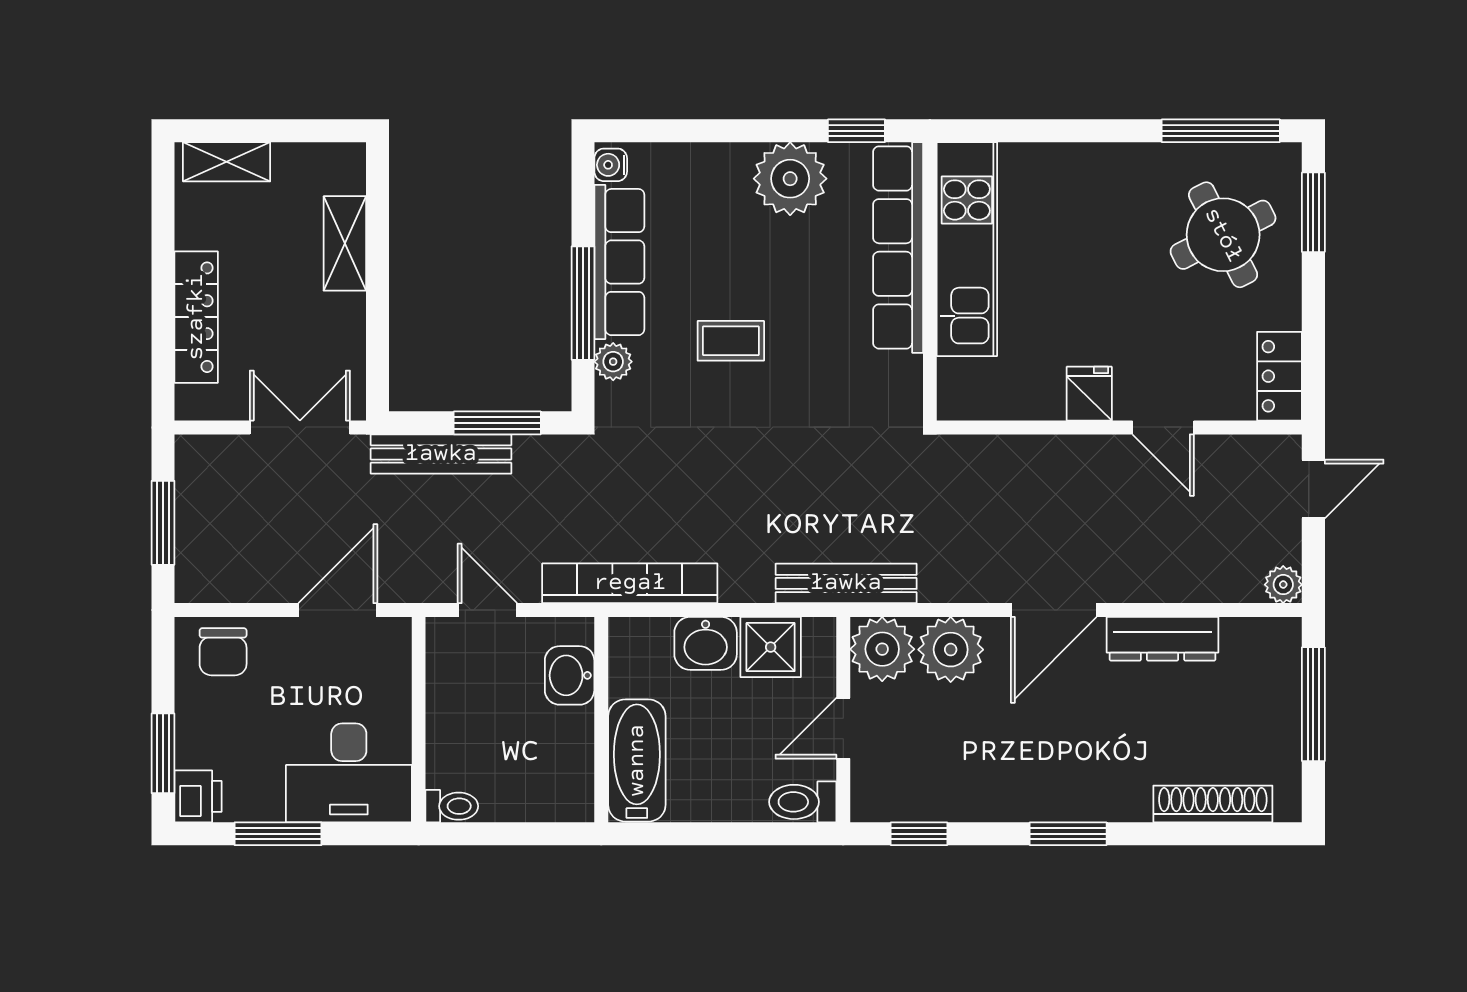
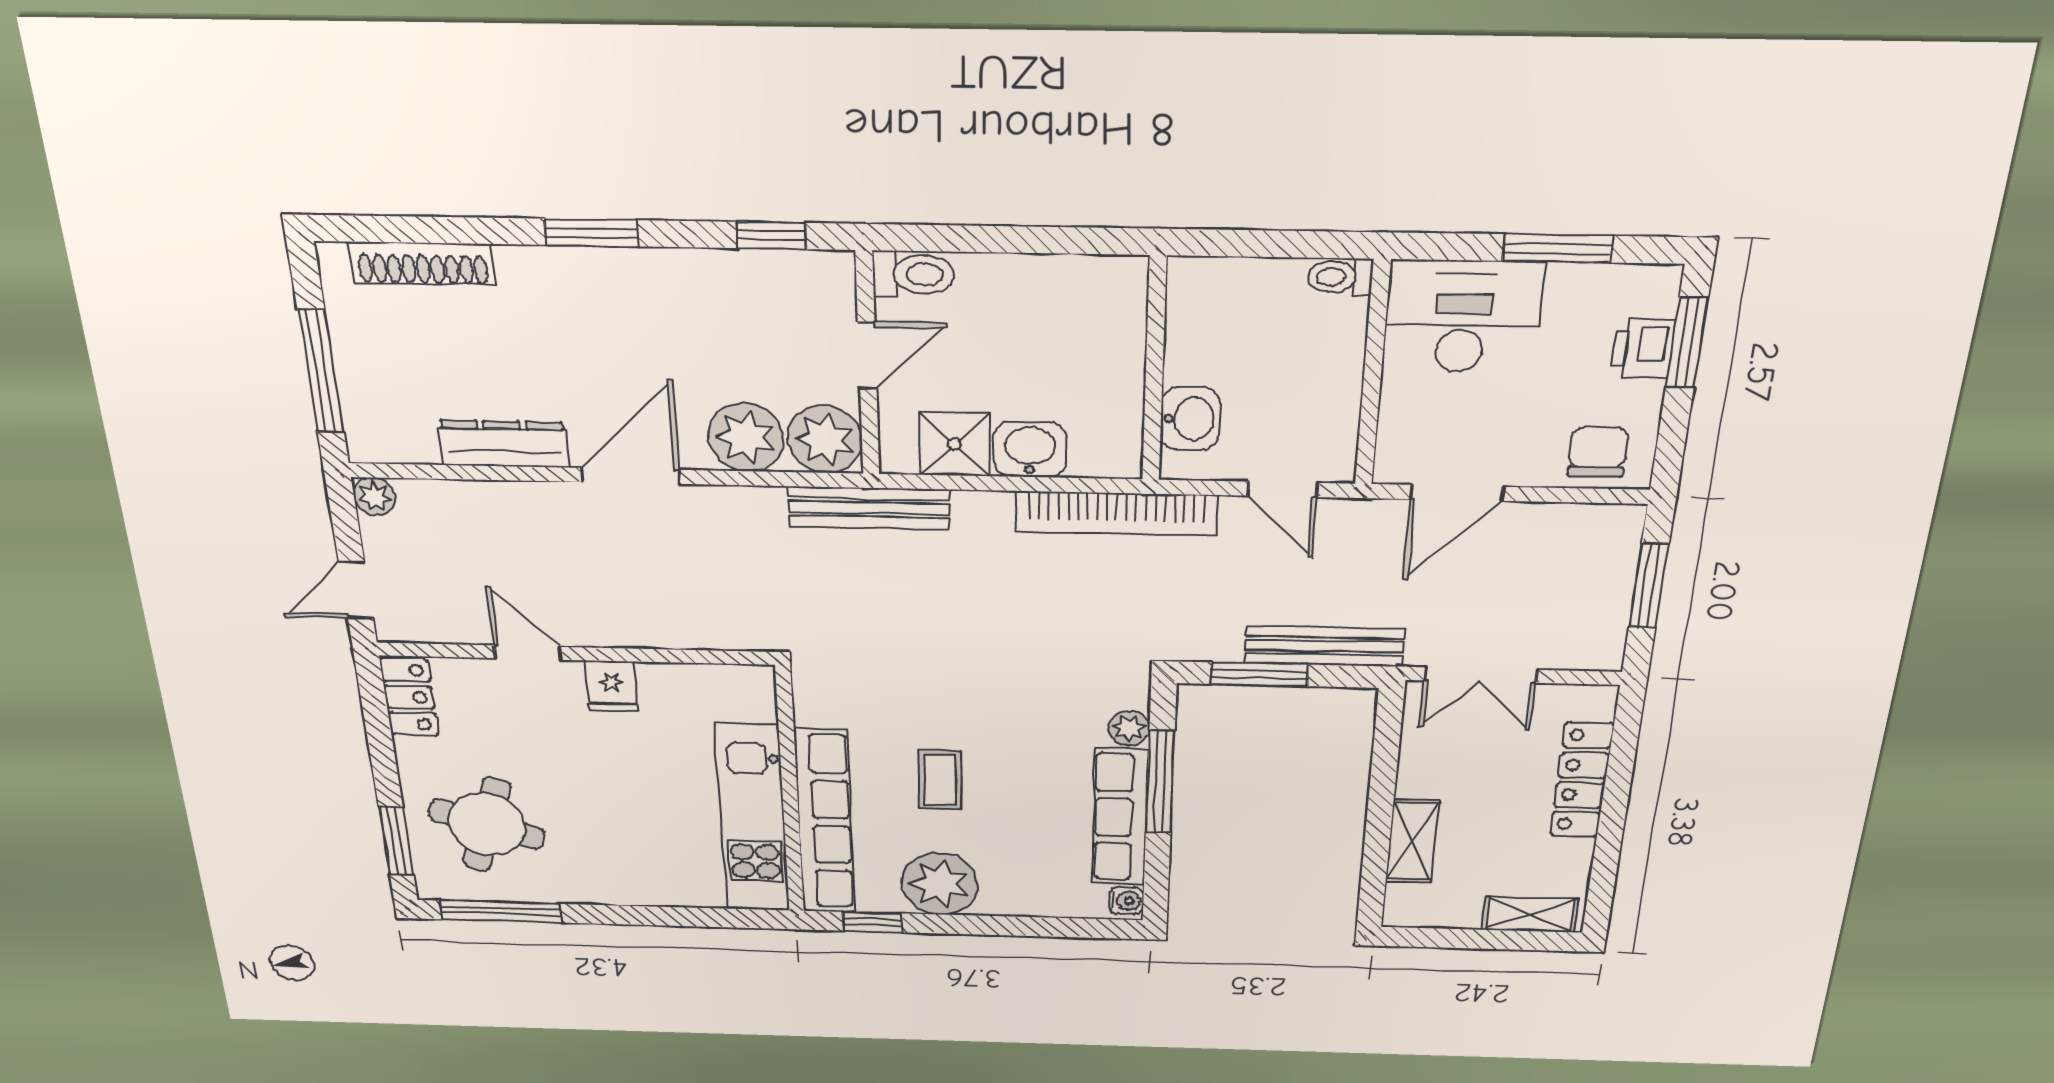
round table: (1223, 235) -> (487, 824), turned 45
coffee table: (731, 341) -> (940, 780), moved, turned 90
bathtub: (637, 760) -> (1113, 324), removed
printer: (198, 796) -> (1643, 349), moved

